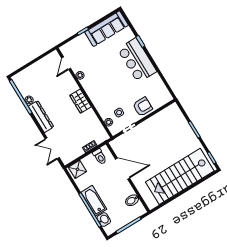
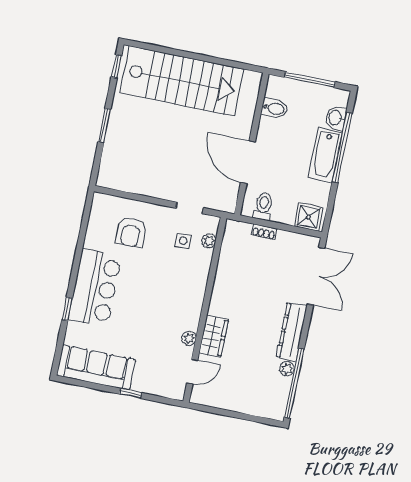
wardrobe: (80, 101) -> (214, 336), moved
armchair: (143, 107) -> (131, 232), moved, turned -90
double door: (52, 148) -> (316, 276), width x1.37

